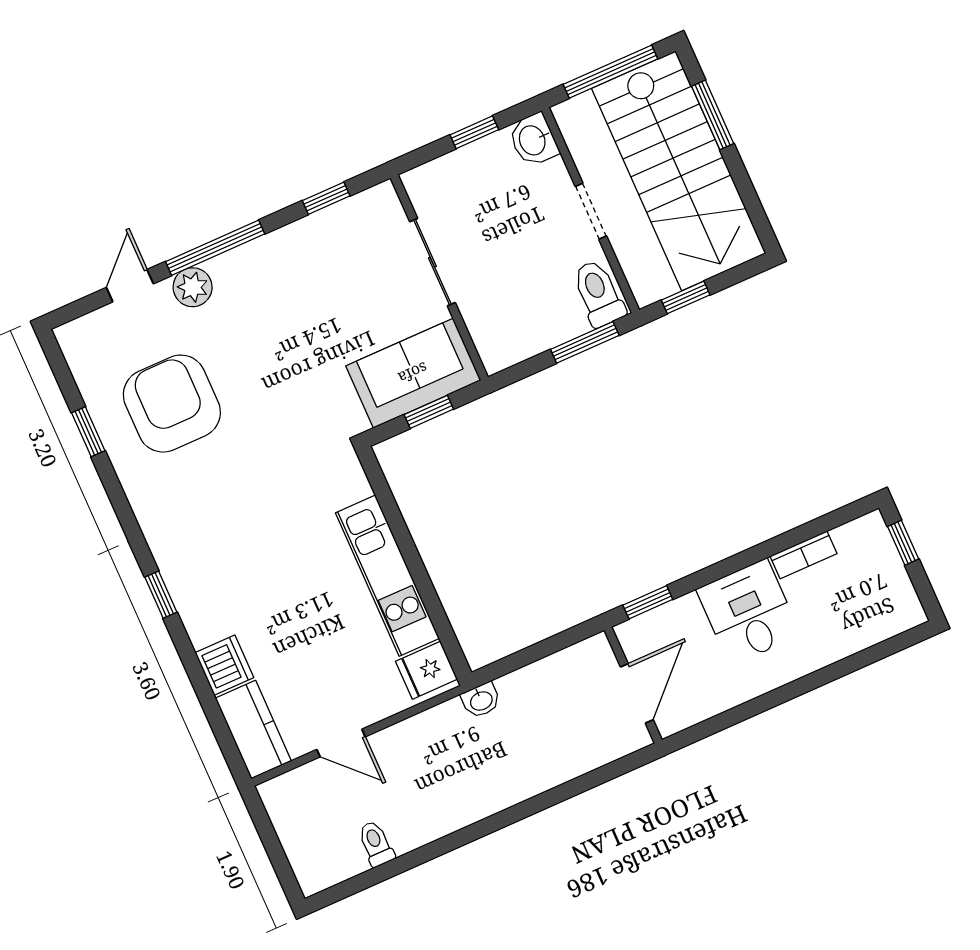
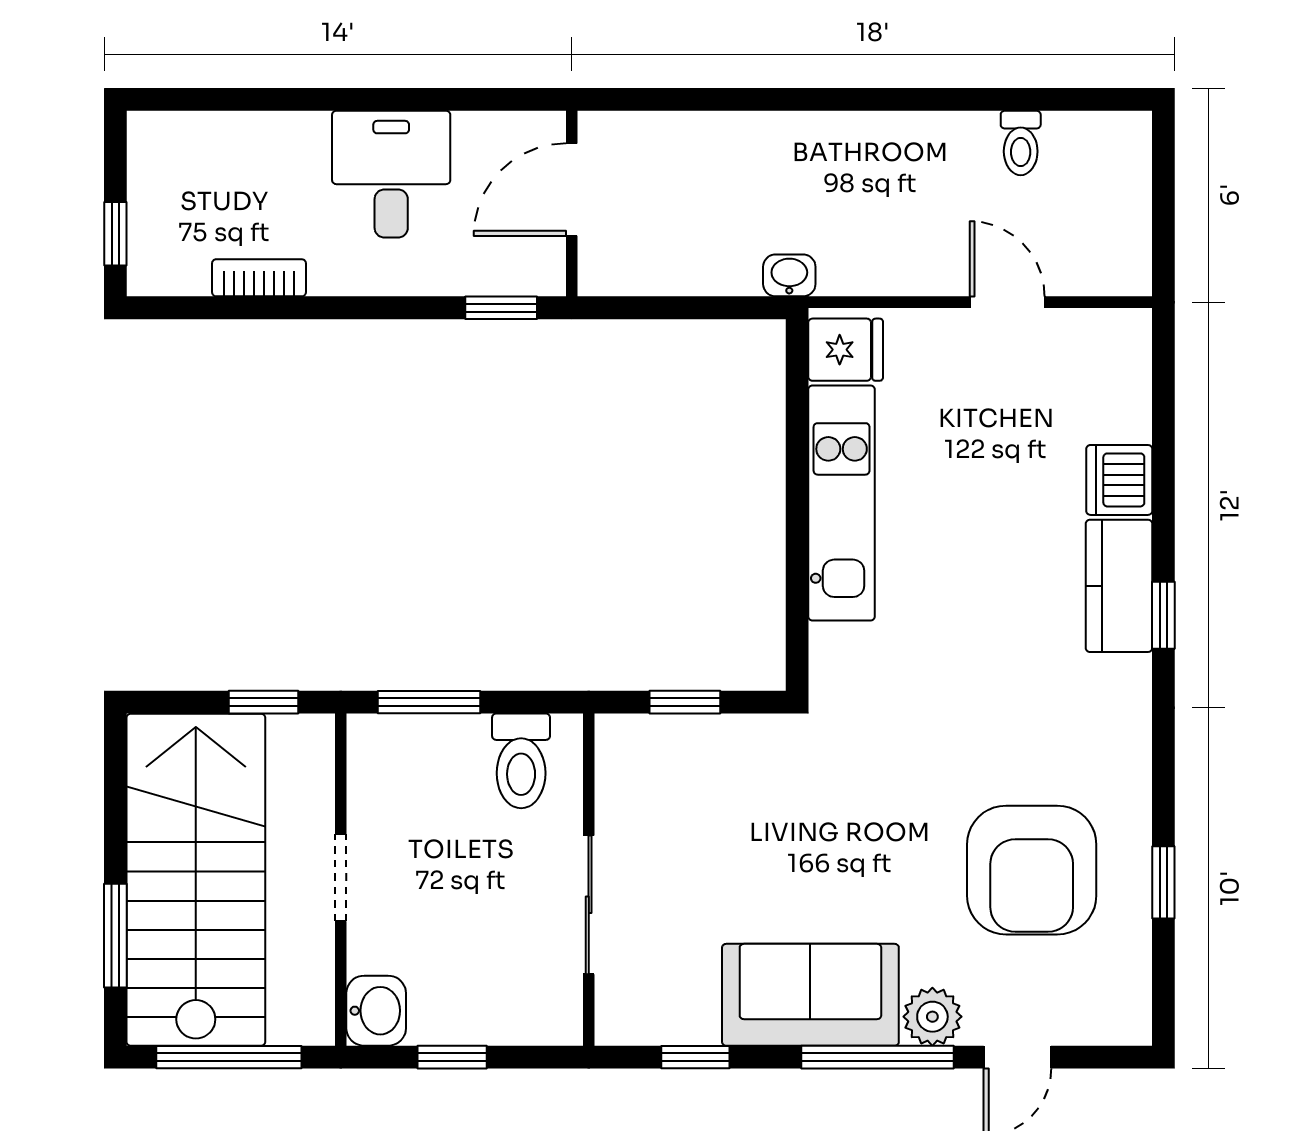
toilet: (598, 293) -> (521, 761), moved
sofa: (413, 373) -> (810, 995), moved, turned 180
desk: (749, 612) -> (391, 174), moved, turned 180
kitchen counter: (253, 730) -> (1119, 586), moved

